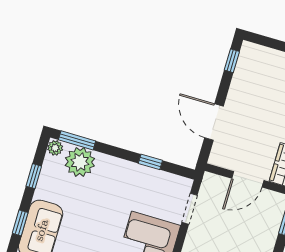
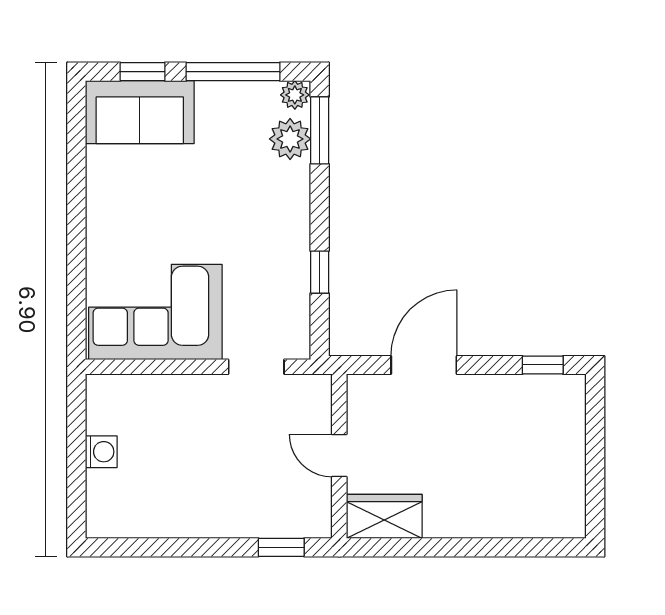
plant: (80, 162) -> (290, 139), width x0.73, depth x0.73
window: (34, 176) -> (233, 72), width x2.17
door: (248, 179) -> (339, 455), width x0.73

